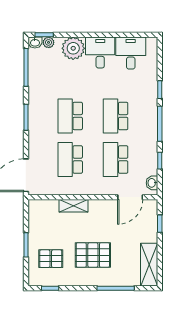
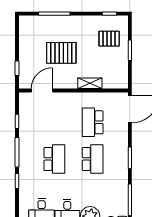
school desk: (70, 159) -> (93, 122), turned 180
school desk: (116, 159) -> (54, 122), removed
washbasin: (152, 183) -> (24, 103), removed
pallet: (93, 255) -> (61, 53), moved
shelving: (149, 265) -> (26, 34), removed

